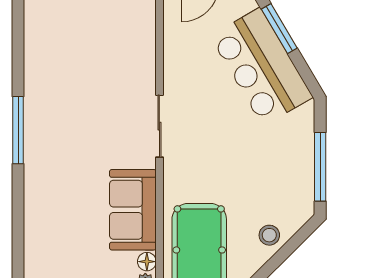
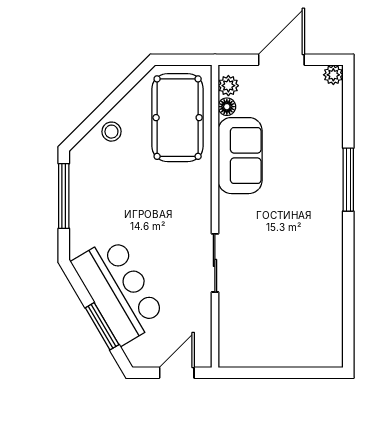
sliding door: (159, 126) -> (215, 263), moved
window: (18, 130) -> (348, 180), moved

